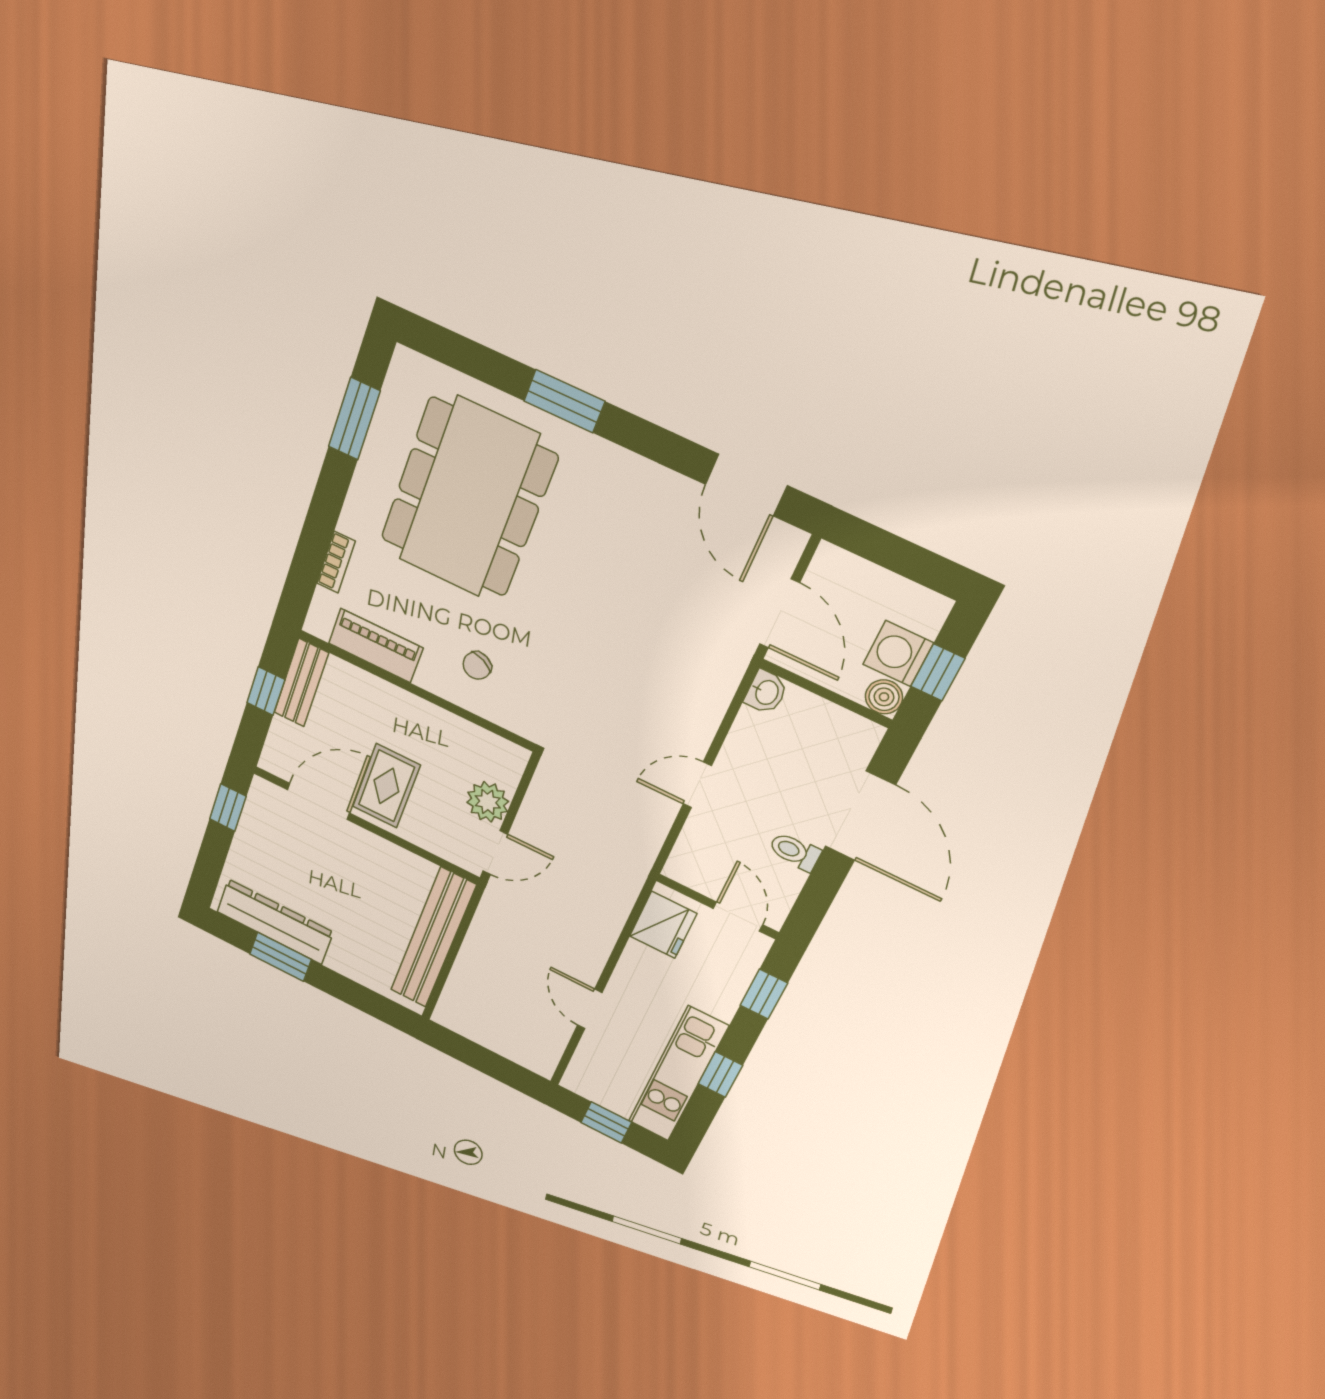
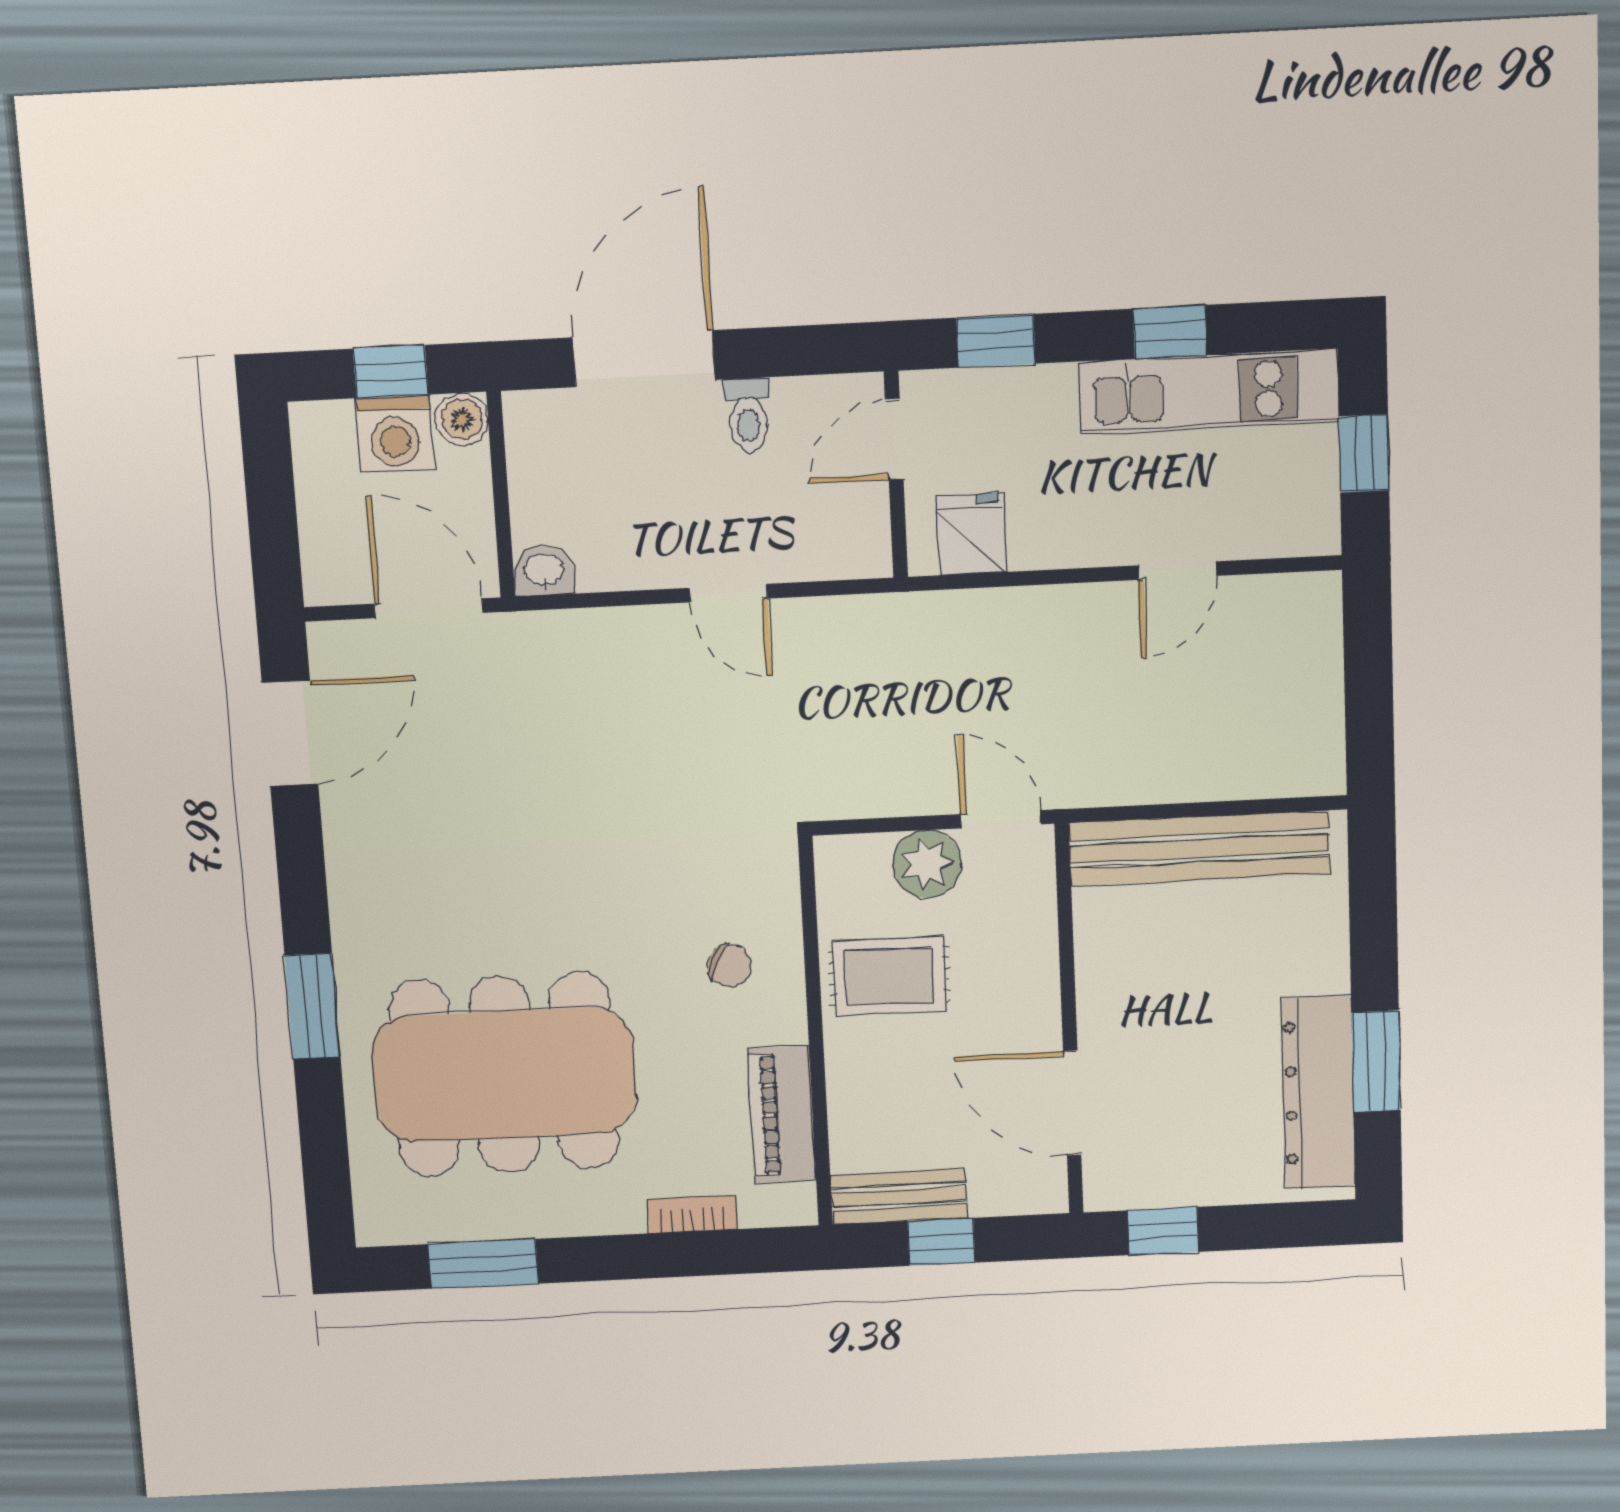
door: (780, 613) -> (429, 608), hinge flipped
rug: (386, 786) -> (889, 976), moved
fridge: (663, 925) -> (972, 534), width x0.72

